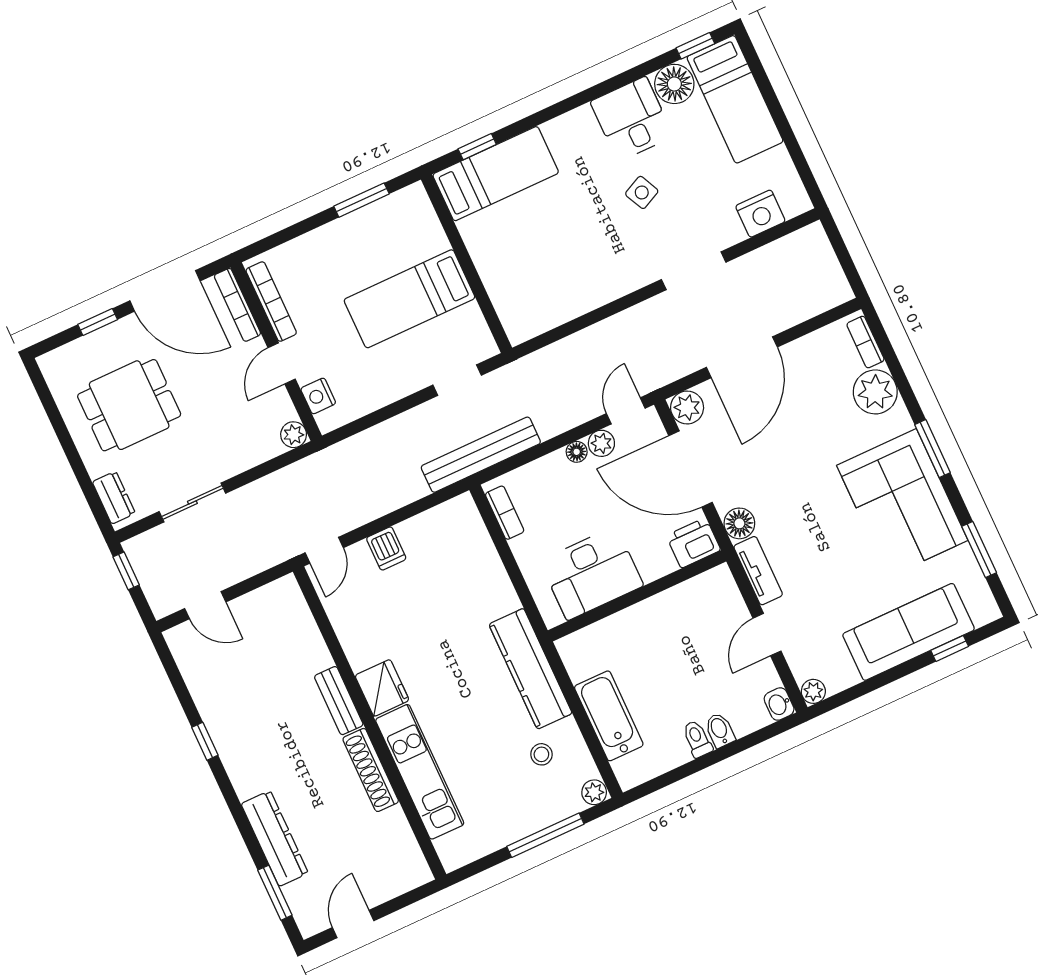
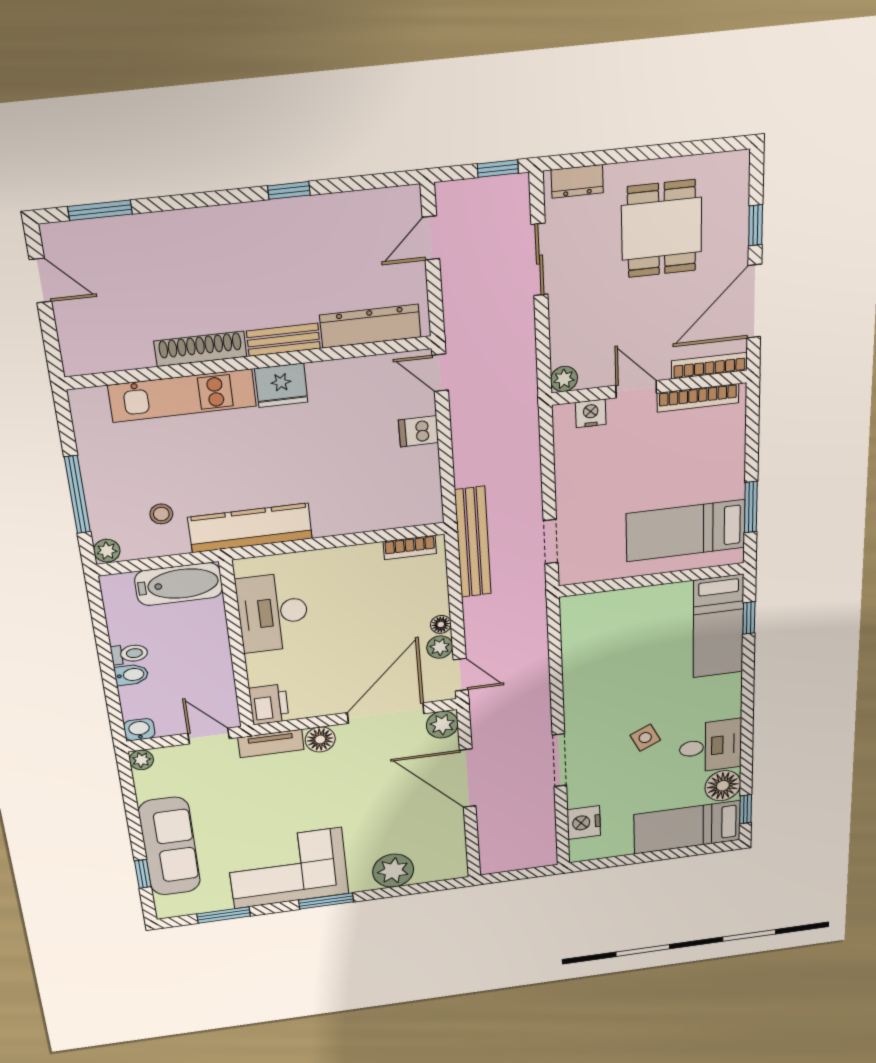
bed: (410, 299) -> (686, 531), moved, turned -90
bookcase: (865, 342) -> (439, 873), removed
printer: (693, 543) -> (269, 704), moved
desk: (592, 573) -> (273, 613), moved
wall: (637, 596) -> (237, 645), moved
dresser: (275, 838) -> (370, 326), moved, turned 180

